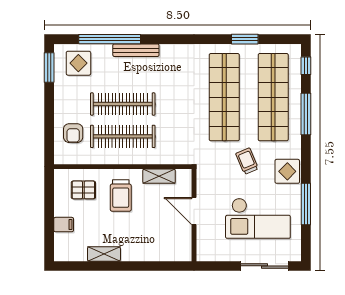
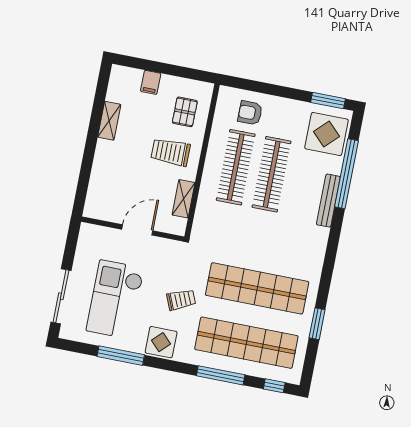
display table: (78, 63) -> (326, 134), width x1.36, depth x1.36

